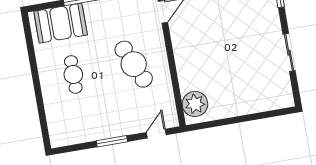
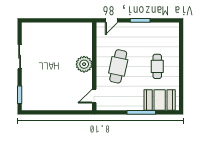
cafe table: (134, 64) -> (118, 66), turned 36
plant: (195, 104) -> (84, 64), moved

